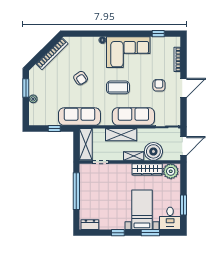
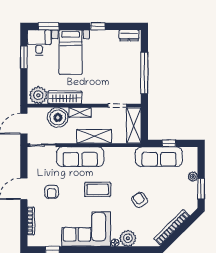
plant: (91, 44) -> (128, 238), added
sofa: (79, 117) -> (159, 157), moved
window: (150, 233) -> (49, 26), moved

